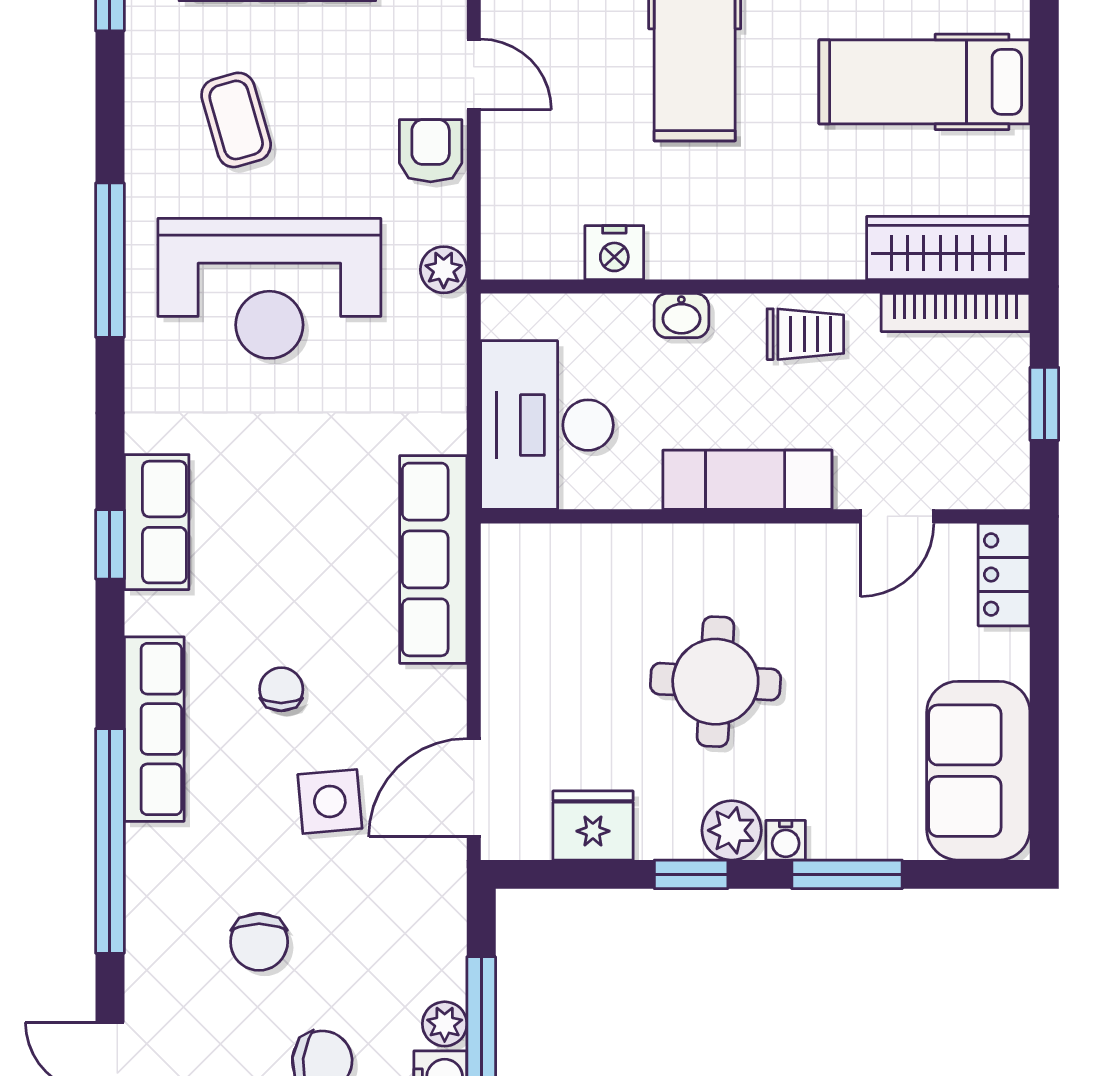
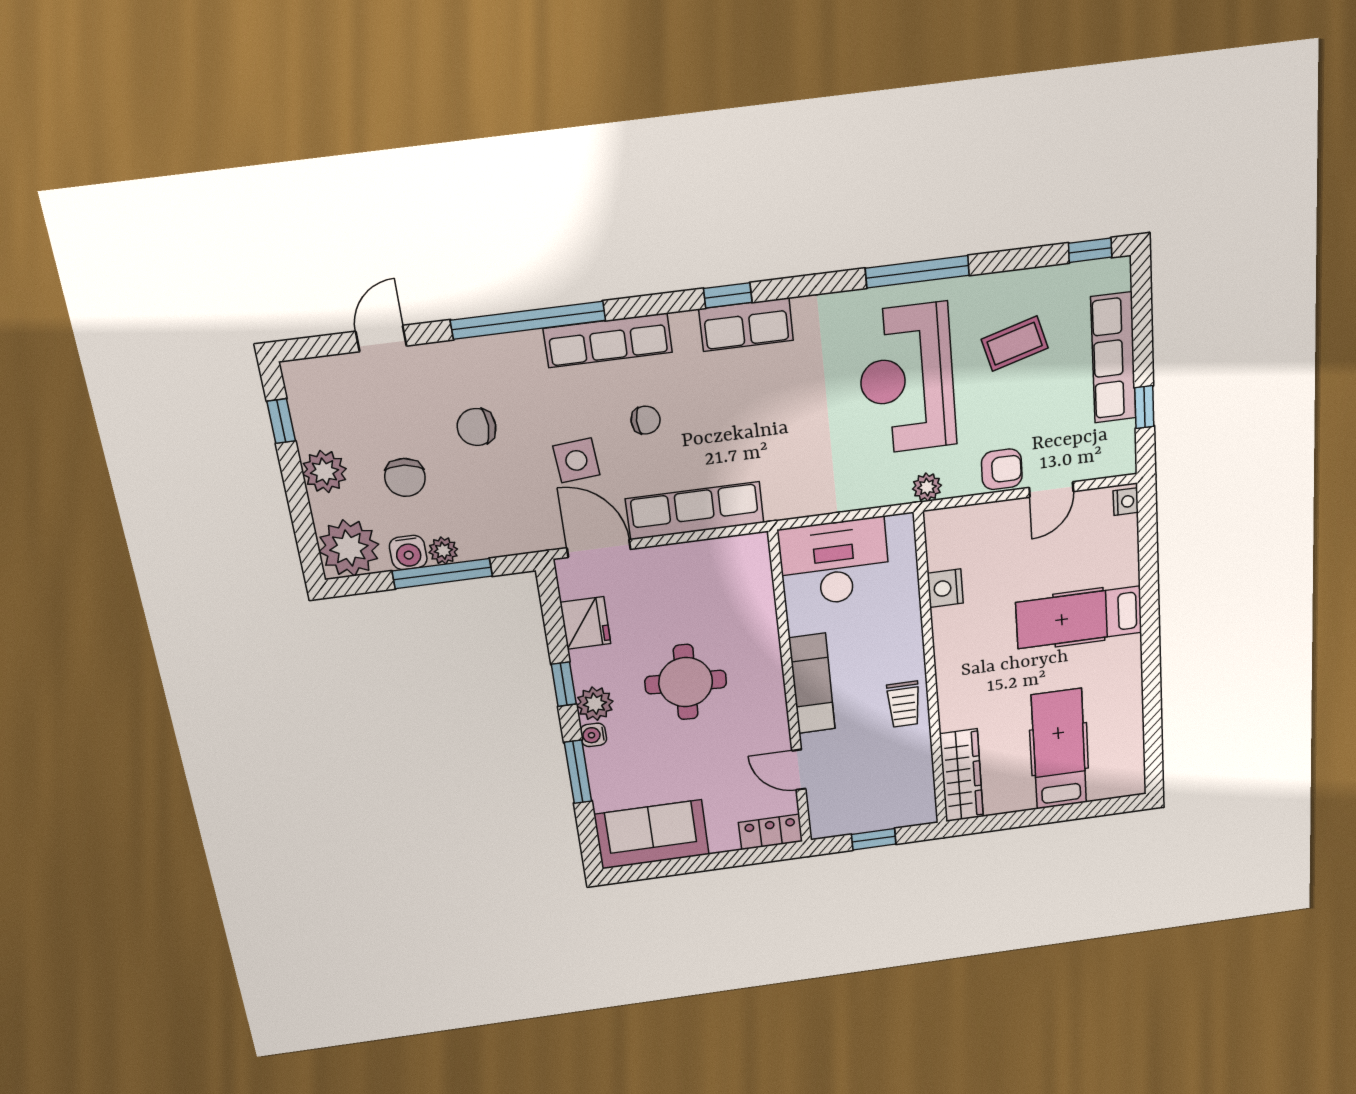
bookcase: (956, 312) -> (924, 785), removed
washbasin: (681, 316) -> (909, 632), removed
row of seats: (433, 559) -> (695, 511), moved

